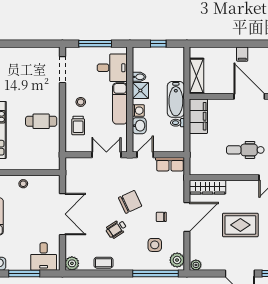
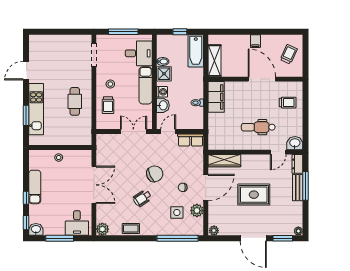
bathtub: (176, 99) -> (196, 51), moved
cafe table: (41, 121) -> (75, 101), turned 90
plant: (177, 260) -> (197, 211), moved

